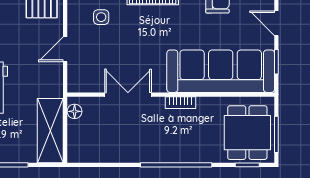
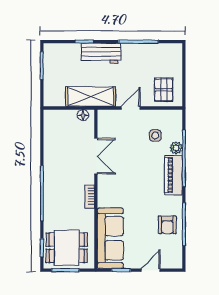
door: (65, 49) -> (131, 108), hinge flipped
sofa: (221, 71) -> (110, 238), width x0.74, depth x0.79
shelving: (50, 131) -> (91, 97), moved

